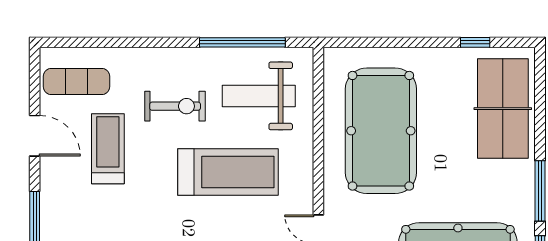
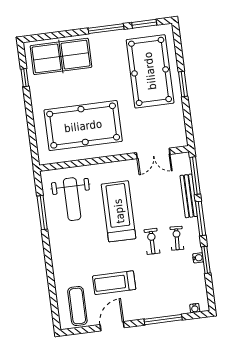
window: (242, 42) -> (42, 213), width x0.68
exercise bike: (175, 106) -> (152, 241), moved, width x0.73, depth x0.72

